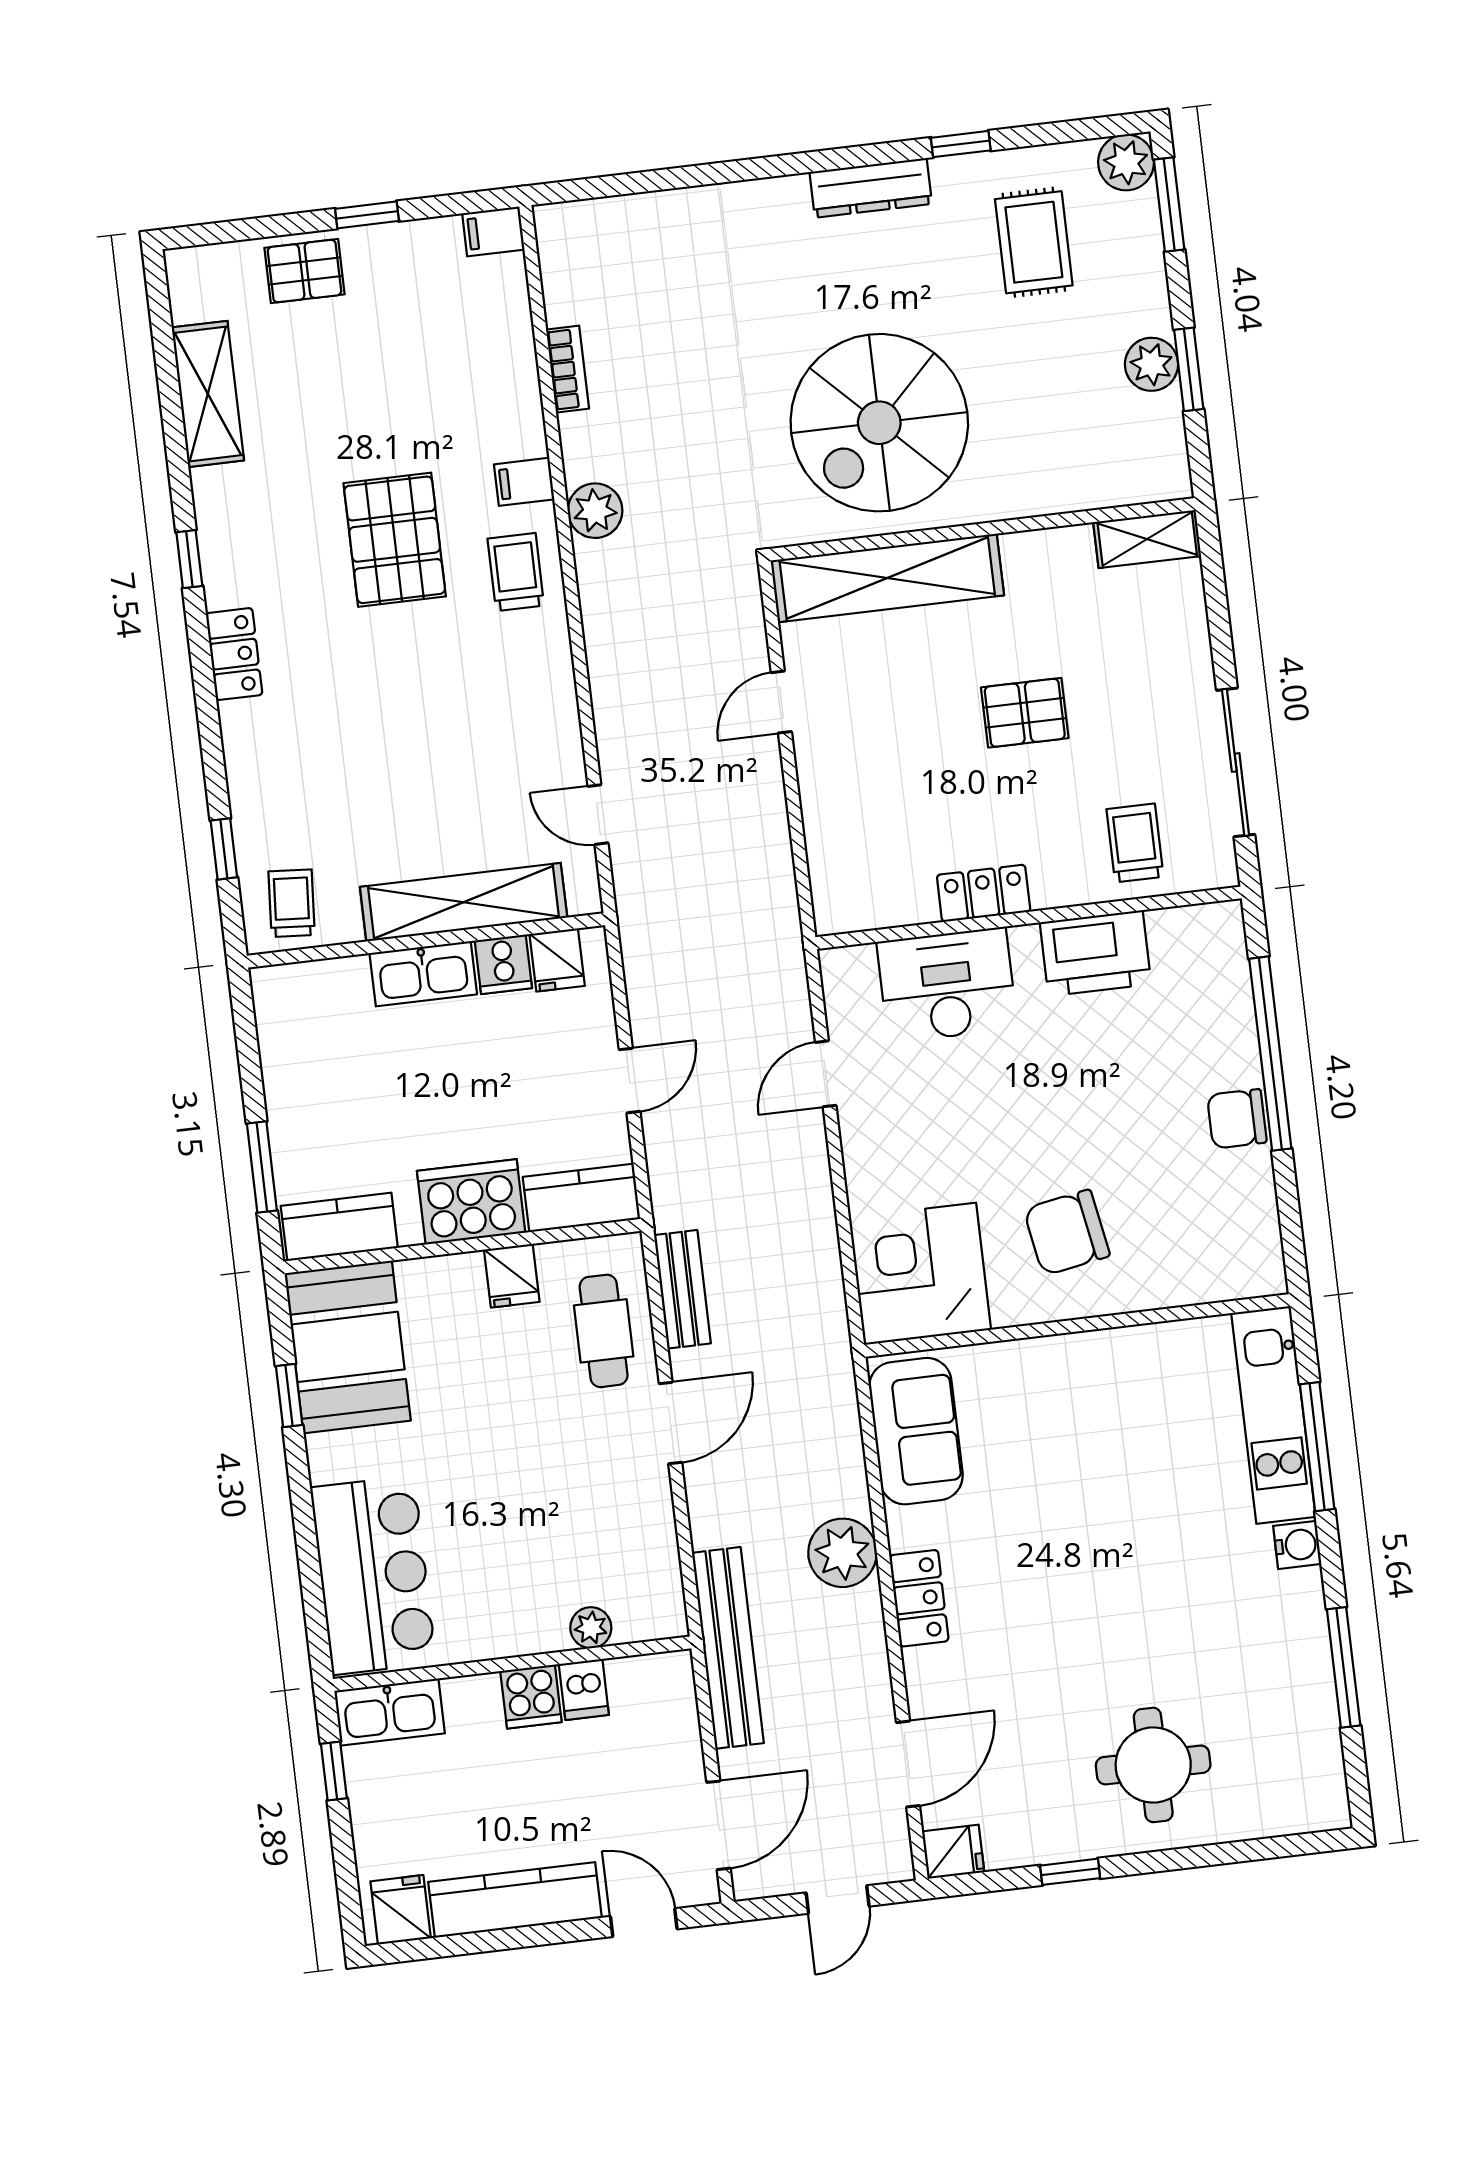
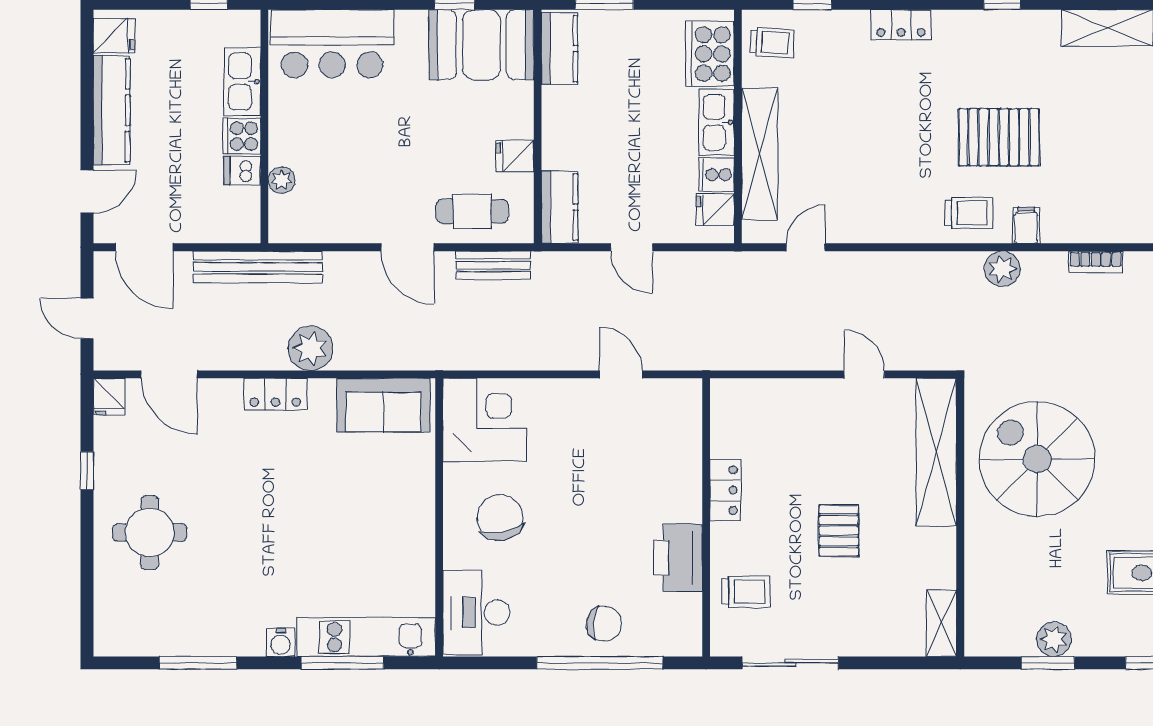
locker: (234, 654) -> (901, 25), moved
desk: (947, 985) -> (476, 613), moved, turned 180
chair: (1237, 1119) -> (604, 624), moved, turned 96
cooker: (471, 1202) -> (710, 54), moved, turned 180
kitchen sink: (390, 1712) -> (243, 82), moved

